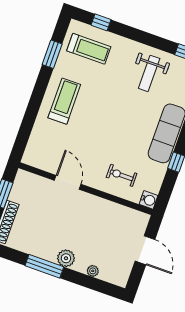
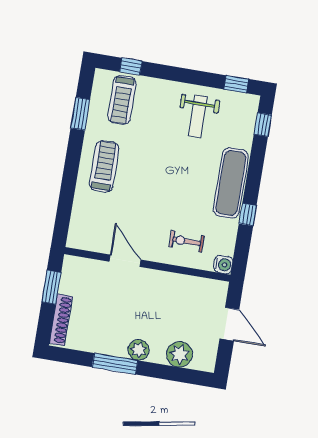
treadmill: (89, 49) -> (122, 100), turned 90
plant: (93, 271) -> (179, 354), width x1.88, depth x1.88

